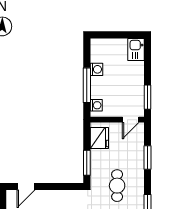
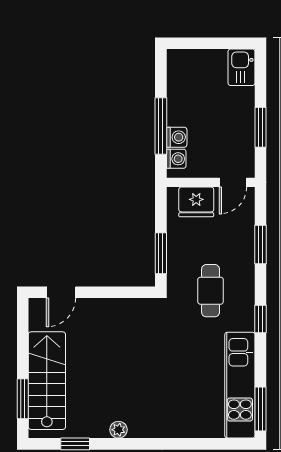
washing machine: (96, 69) -> (177, 137), moved
window: (147, 97) -> (260, 127), moved
fridge: (99, 138) -> (196, 202), moved, turned 90

